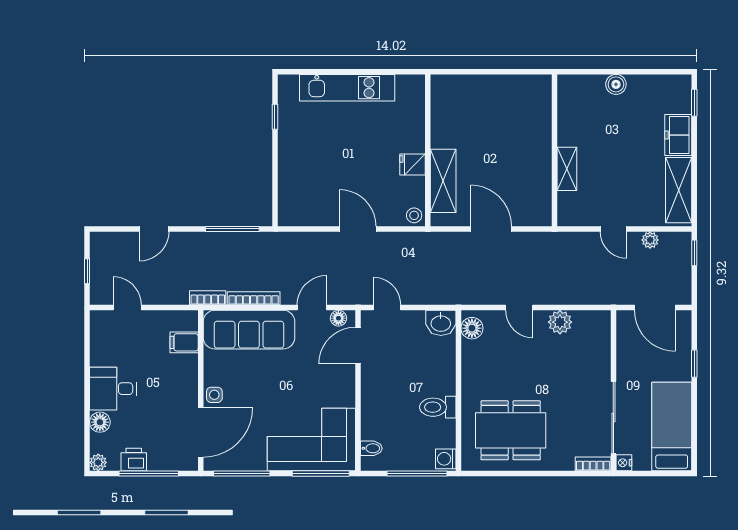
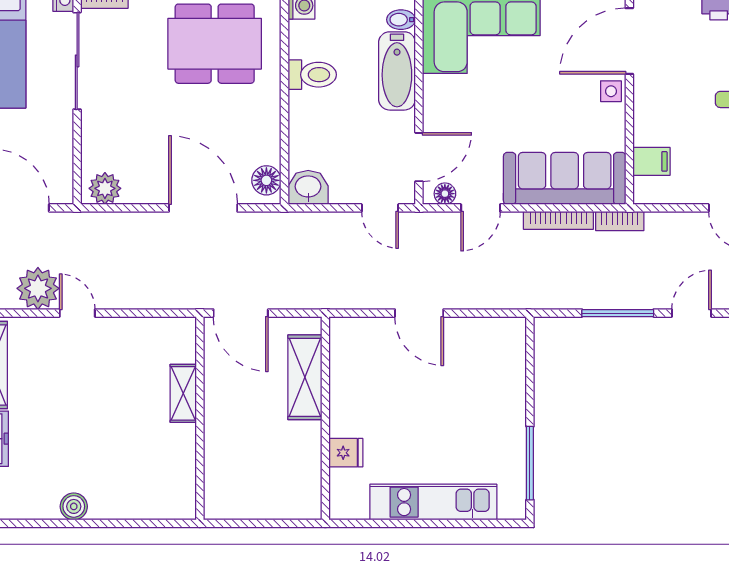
window: (275, 117) -> (530, 463), width x2.17
wall: (555, 150) -> (200, 418), moved
fridge: (413, 165) -> (346, 453), moved
shelving: (567, 169) -> (183, 393), moved
stool: (414, 215) -> (344, 331), removed
window: (232, 229) -> (618, 313), moved
plant: (650, 240) -> (38, 288), width x1.87, depth x1.87
door: (519, 308) -> (203, 208), width x1.87
plant: (560, 322) -> (105, 188), moved
bathtub: (374, 410) -> (397, 71), added

